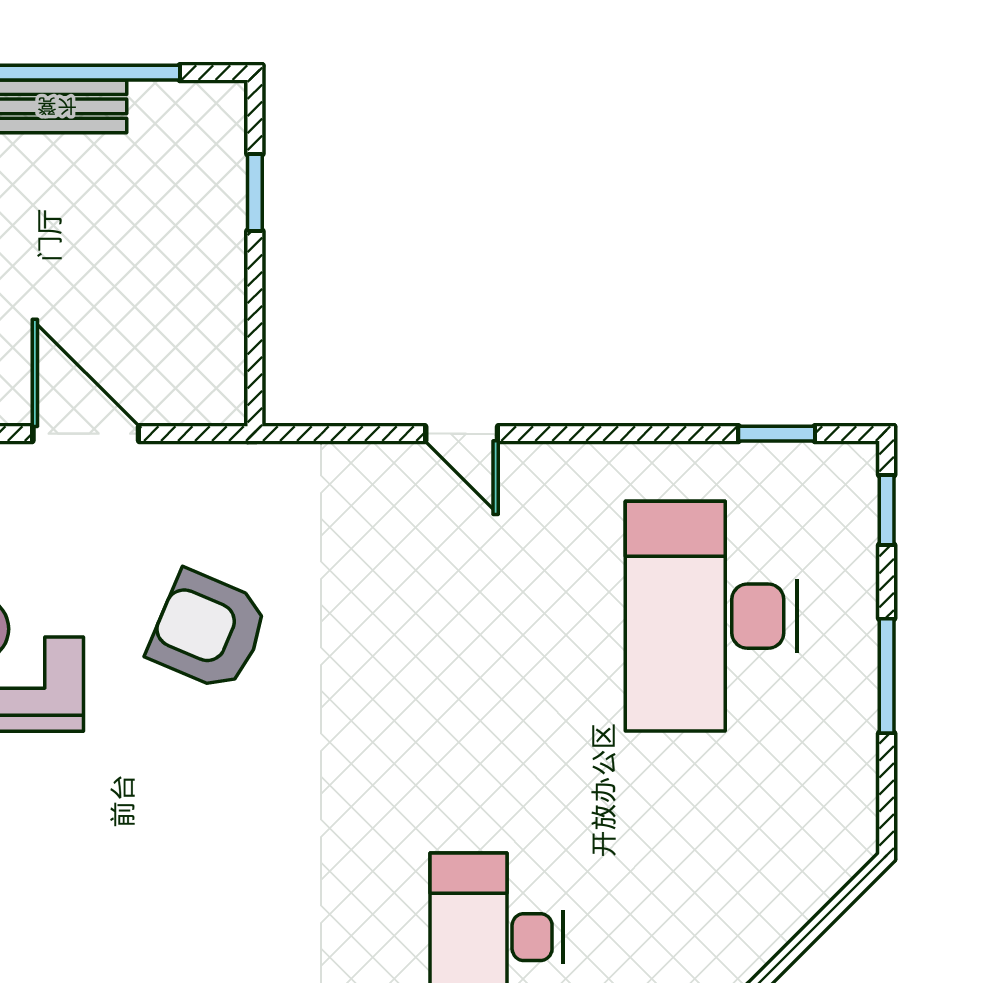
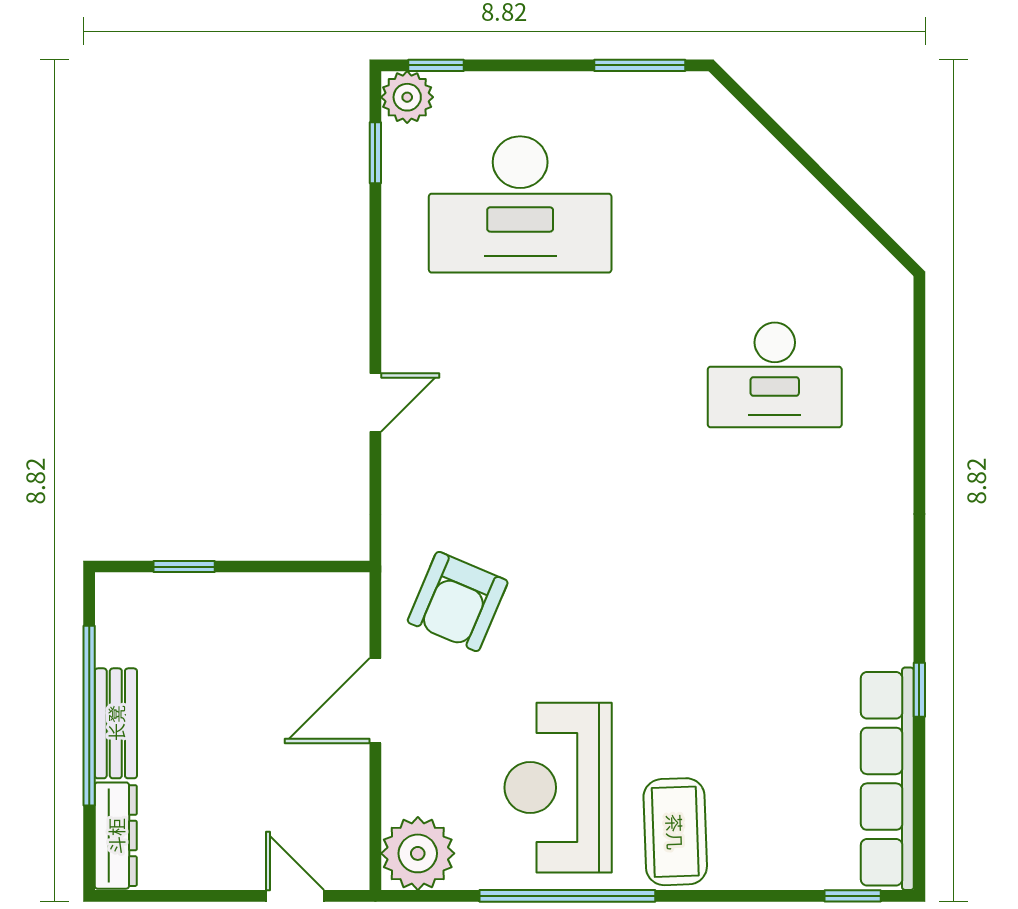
plant: (847, 474) -> (407, 97), added
armchair: (208, 631) -> (458, 602), moved
window: (887, 676) -> (640, 65), moved

